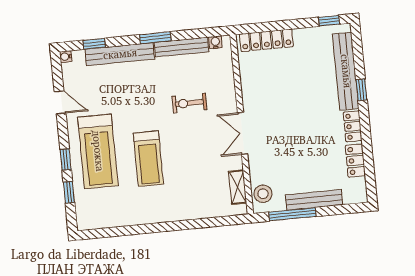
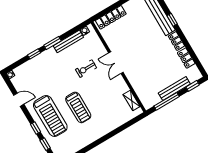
window: (94, 44) -> (34, 54), moved
bench: (120, 54) -> (38, 60), removed
double door: (243, 133) -> (116, 63), moved
stool: (263, 194) -> (146, 98), removed
window: (345, 209) -> (193, 86), added

